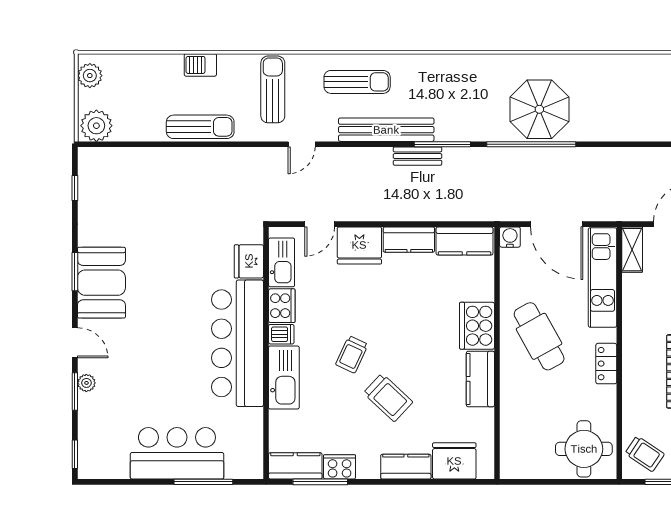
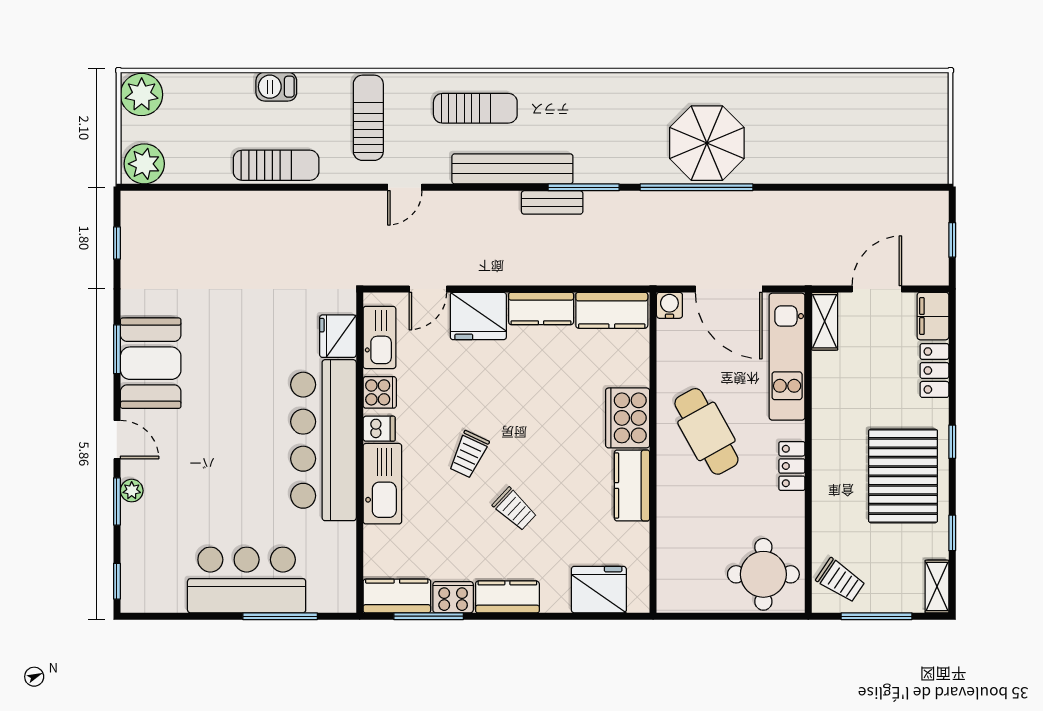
plant: (90, 76) -> (142, 95), width x1.36, depth x1.36
cooker: (282, 306) -> (380, 392), width x0.73
trolley: (388, 398) -> (515, 509), width x0.73, depth x0.72
kitchen counter: (406, 467) -> (507, 597), moved

